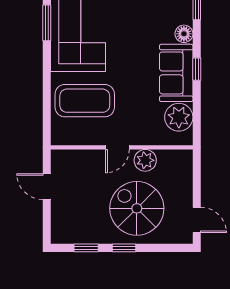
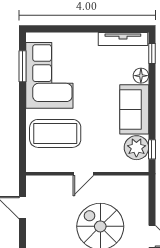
window: (197, 69) -> (152, 149), moved
plant: (145, 160) -> (107, 185), removed

